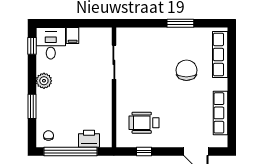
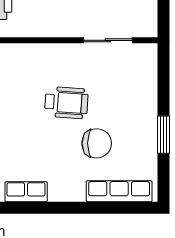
row of seats: (221, 113) -> (26, 192), width x0.68
wheelchair: (144, 123) -> (66, 103), moved, turned 94

